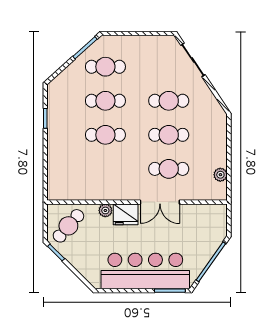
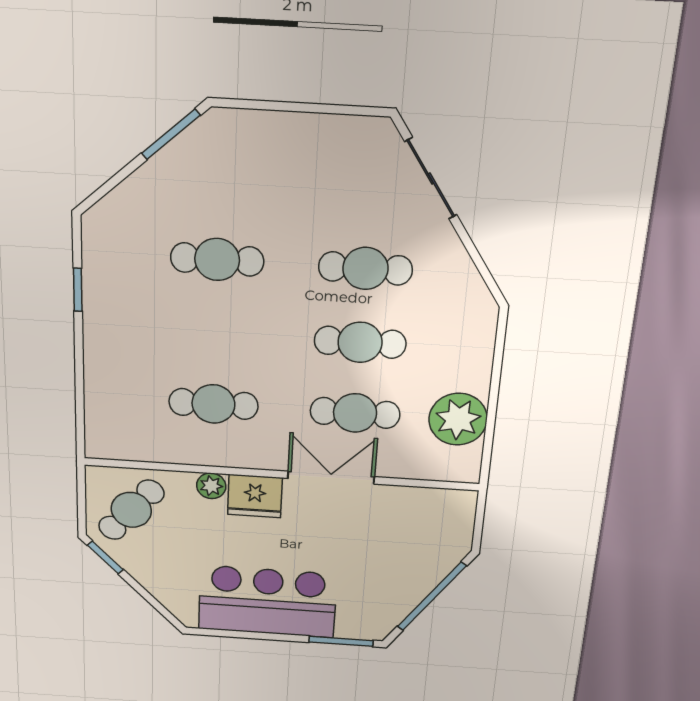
cafe table: (105, 67) -> (219, 182), removed
cafe table: (105, 135) -> (213, 404), moved
plant: (220, 175) -> (458, 419), width x1.88, depth x1.88
double door: (160, 202) -> (331, 478), swing flipped
bar counter: (145, 271) -> (267, 602), width x0.73

